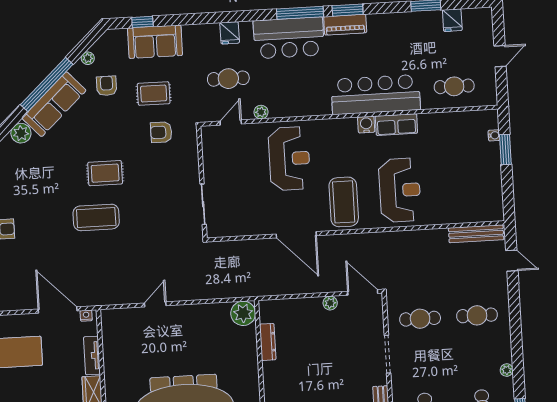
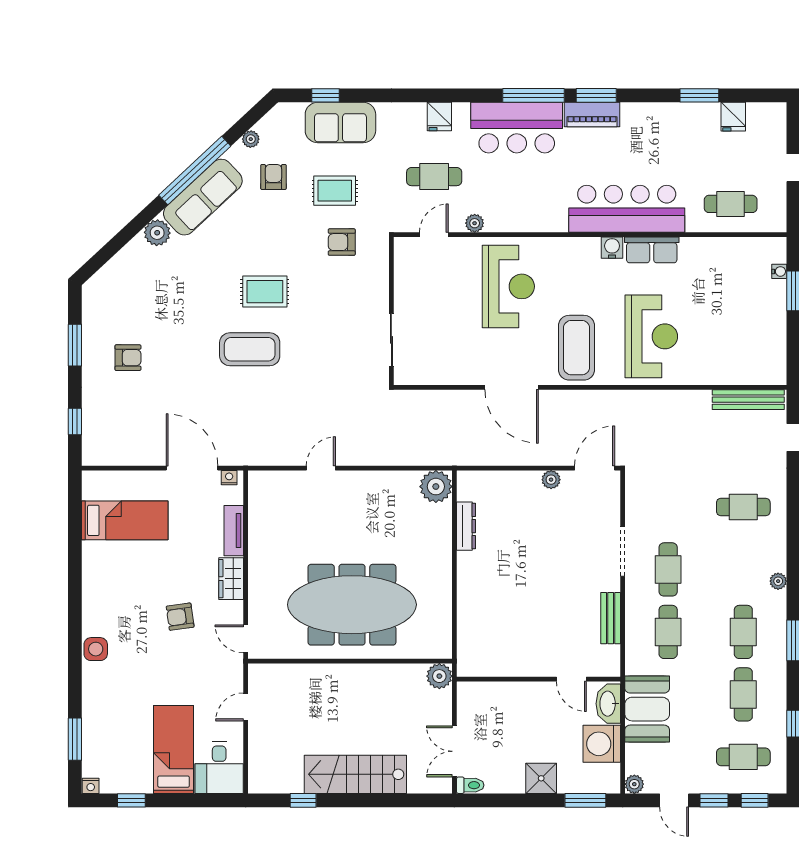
door: (363, 292) -> (595, 468), hinge flipped
cafe table: (420, 319) -> (668, 569), moved, turned 90

